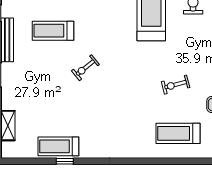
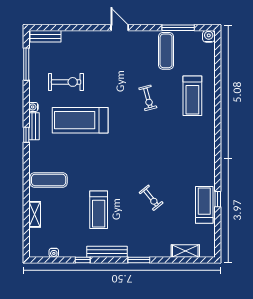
exercise bike: (85, 68) -> (151, 198), moved
treadmill: (58, 146) -> (204, 205), turned 180

